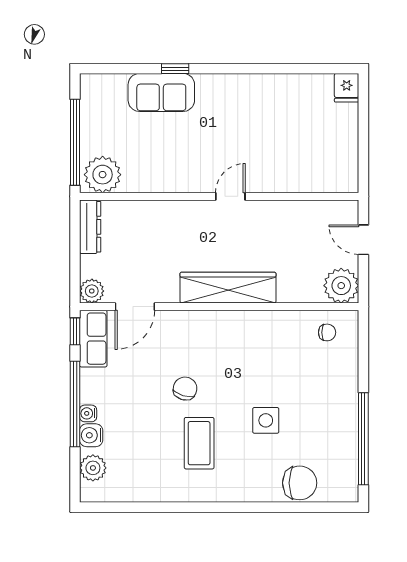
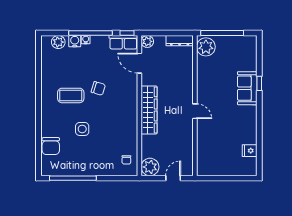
fridge: (347, 88) -> (250, 151), moved
sofa: (161, 92) -> (247, 88), moved

